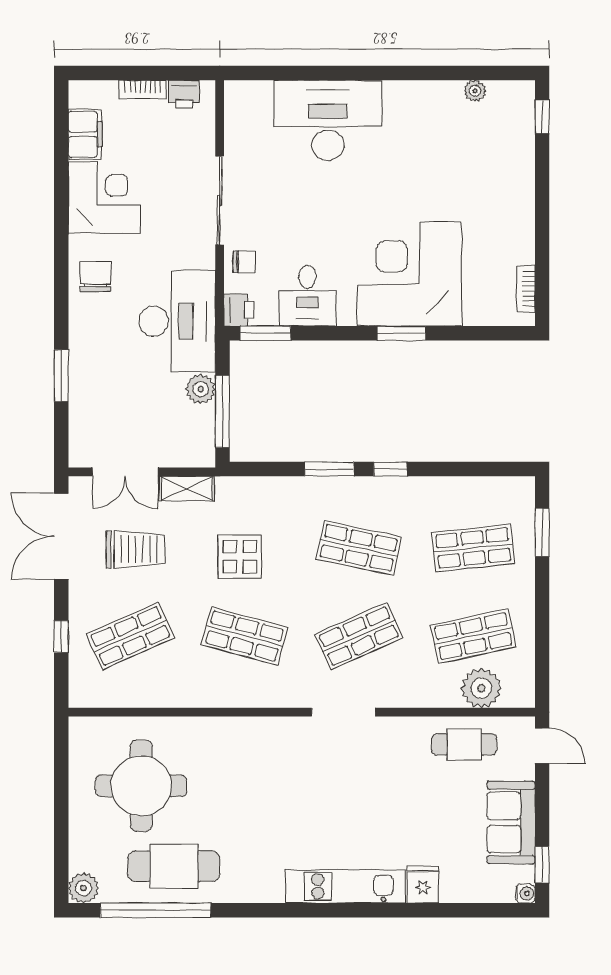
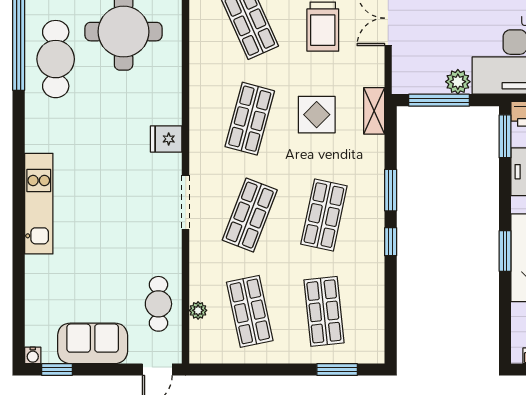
shelving: (187, 488) -> (374, 111), moved
shop shelf: (359, 636) -> (250, 215), turned 45
plant: (481, 688) -> (198, 310), width x0.53, depth x0.53
fridge: (423, 884) -> (166, 139), moved, turned 180

